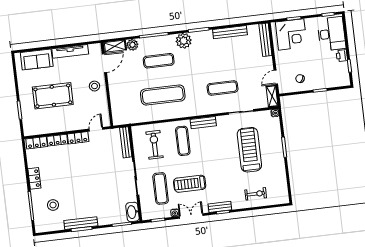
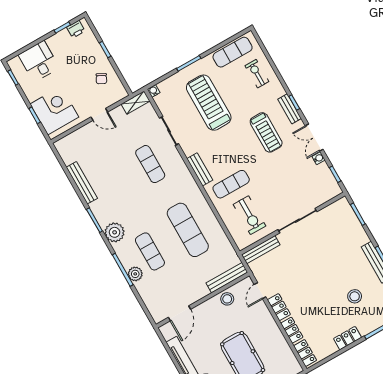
desk: (331, 34) -> (39, 61), width x0.73
bench: (265, 40) -> (227, 278), moved
plant: (132, 45) -> (135, 274), moved
shelving: (115, 46) -> (155, 310), removed
printer: (342, 56) -> (76, 29), moved
door: (104, 63) -> (179, 313), swing flipped
door: (276, 77) -> (99, 114), moved
stool: (94, 86) -> (227, 299), moved
door: (96, 129) -> (260, 291), hinge flipped
exercise bike: (154, 145) -> (249, 215), turned -90
treadmill: (249, 150) -> (209, 103), turned 90
treadmill: (190, 184) -> (266, 132), moved
exercise mat: (161, 188) -> (233, 52), moved
stool: (53, 205) -> (355, 296), moved
washbasin: (132, 212) -> (338, 208), removed

